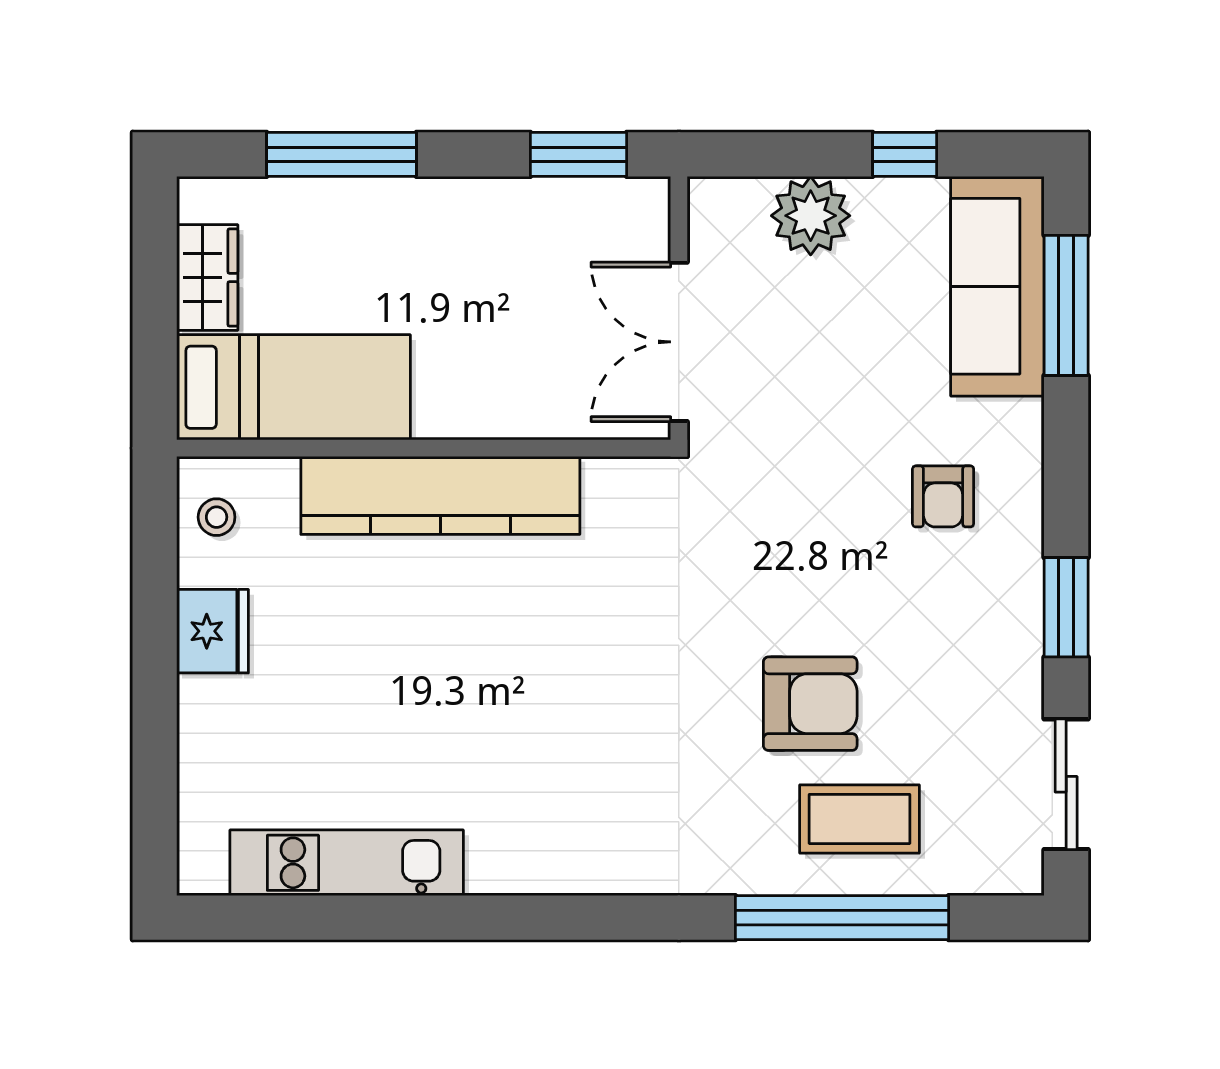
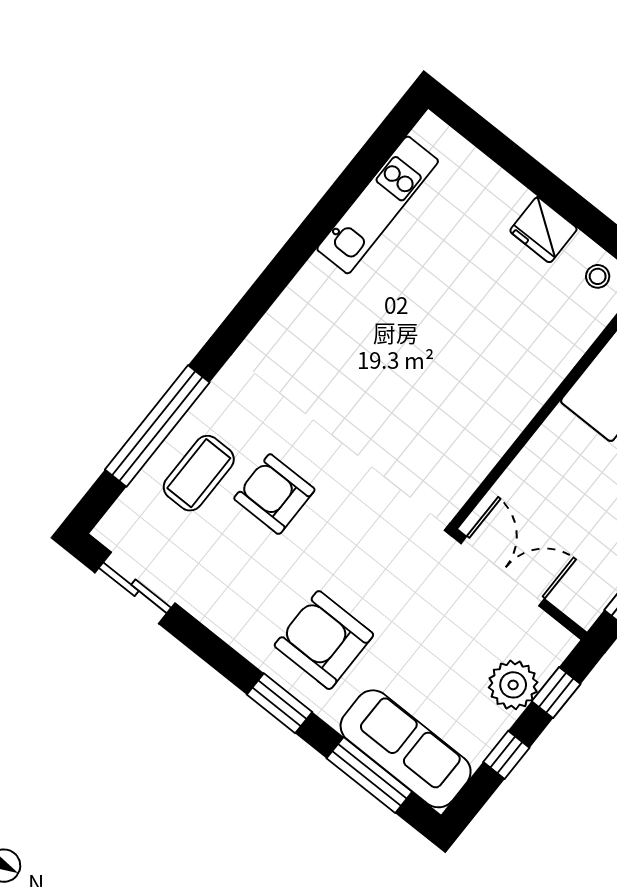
window: (777, 154) -> (556, 693), added
kitchen counter: (440, 495) -> (521, 394), removed
armchair: (943, 496) -> (324, 640), width x1.88, depth x1.88
window: (1066, 607) -> (279, 703), moved
armchair: (810, 704) -> (274, 494), turned 90

